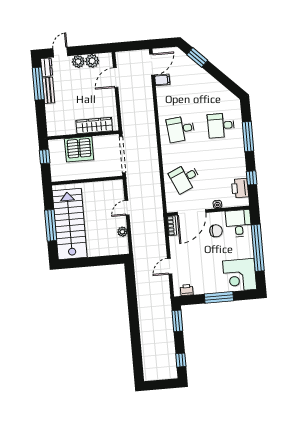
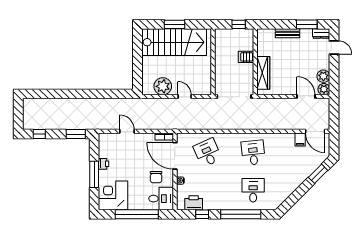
plant: (78, 62) -> (324, 89), moved
window: (38, 84) -> (307, 24), width x0.69
bench: (48, 90) -> (287, 33), moved
window: (248, 137) -> (241, 214), width x1.46
server rack: (79, 149) -> (246, 57), width x0.46, depth x0.70
window: (51, 225) -> (175, 24), width x0.69
plant: (122, 232) -> (163, 86), width x1.87, depth x1.87
printer: (187, 290) -> (104, 164), moved

